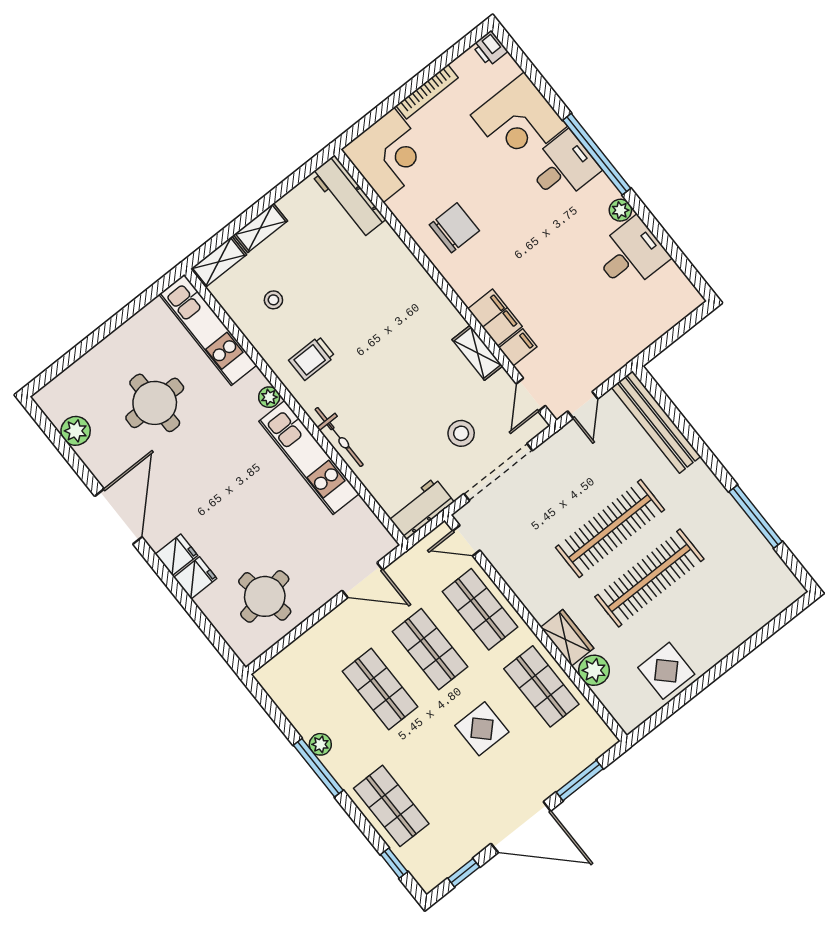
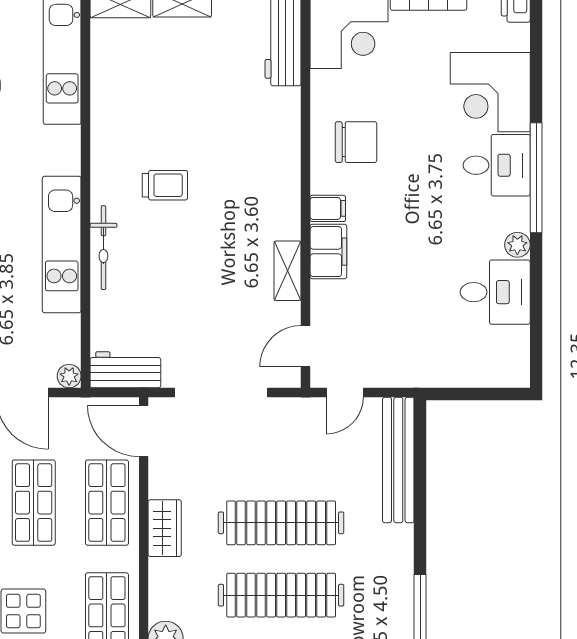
stool: (273, 300) -> (142, 78), removed
filing cabinet: (518, 347) -> (328, 208), moved
trolley: (312, 358) -> (165, 185), moved, turned 180
plant: (269, 397) -> (69, 376), moved
stool: (461, 433) -> (215, 331), removed
door: (466, 541) -> (144, 431), width x1.38
wardrobe: (567, 638) -> (165, 528), moved

